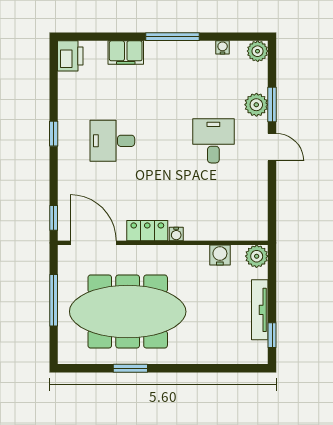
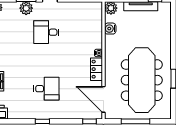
desk: (112, 141) -> (46, 89), turned -90
door: (93, 243) -> (103, 99), hinge flipped

